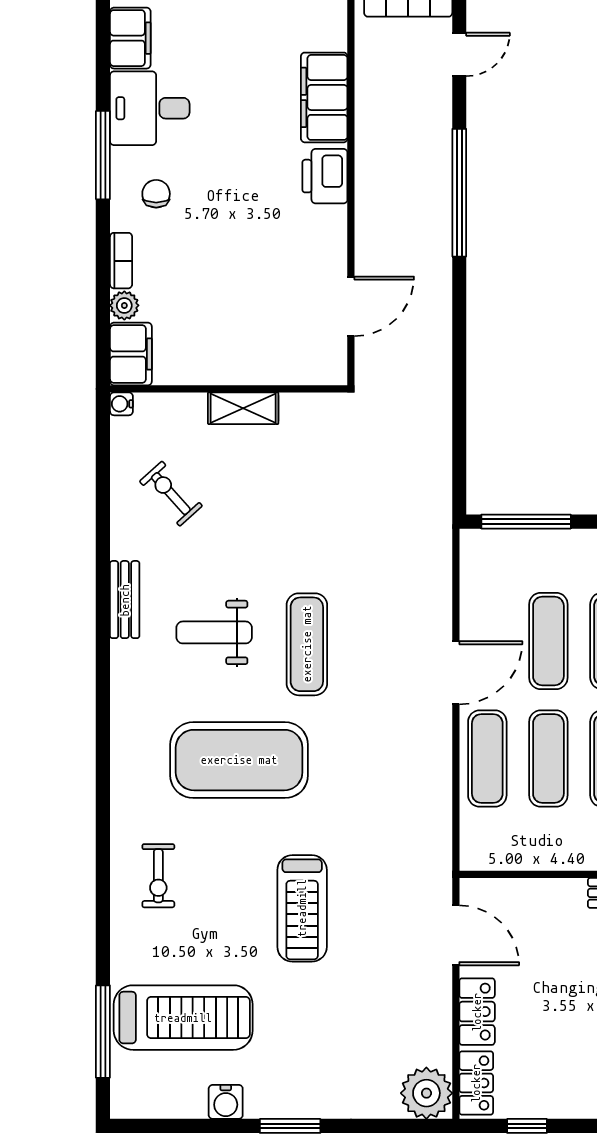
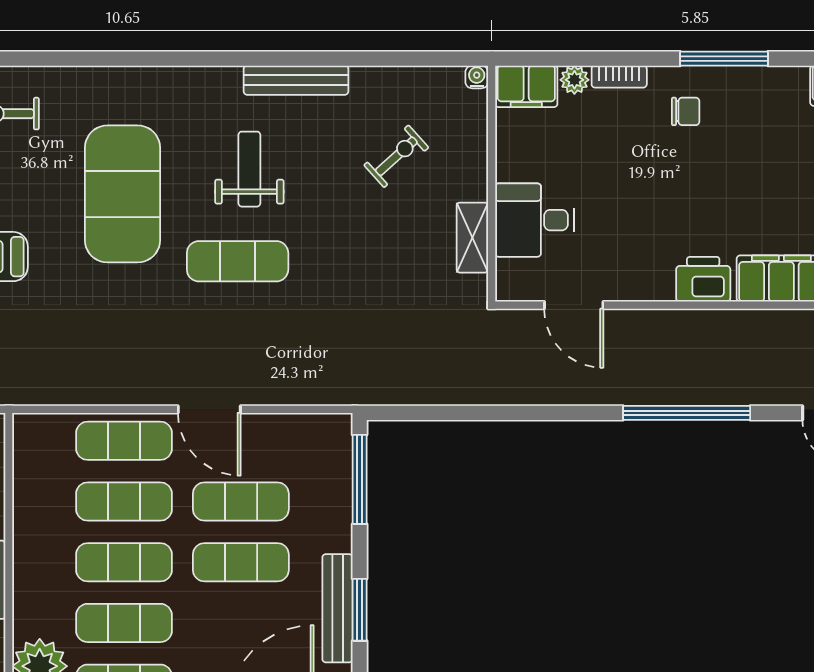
desk: (150, 108) -> (535, 220), moved, turned -90
shelving: (243, 408) -> (472, 238), moved
exercise bike: (171, 494) -> (396, 156), moved
bench: (125, 600) -> (296, 80), width x1.36

